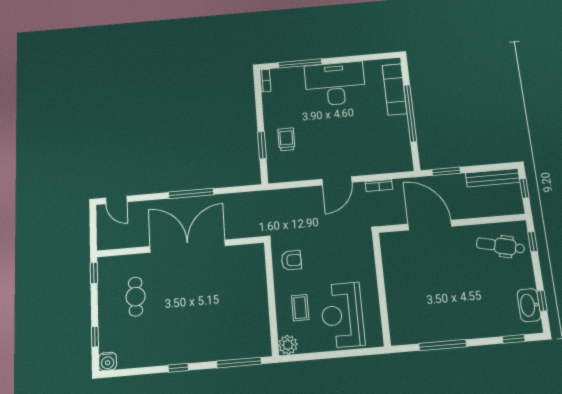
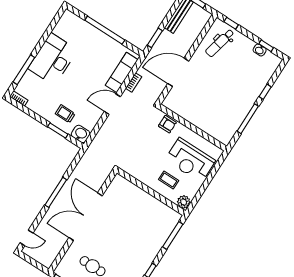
exam couch: (395, 89) -> (122, 72), moved, turned 90
washbasin: (277, 172) -> (81, 134), added
door: (337, 181) -> (112, 104), swing flipped
armchair: (291, 260) -> (167, 124), moved, turned 90
washbasin: (529, 305) -> (260, 50), width x0.52, depth x0.69
window: (514, 339) -> (265, 92), moved

